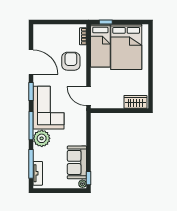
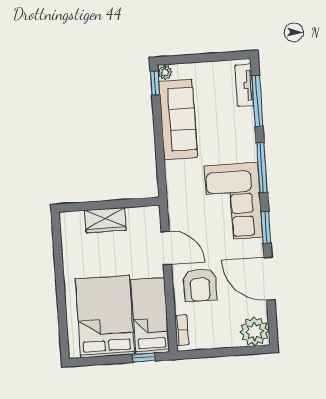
door: (89, 96) -> (166, 248), moved
wardrobe: (135, 102) -> (105, 220), moved
plant: (42, 138) -> (254, 332), moved
sofa: (77, 162) -> (178, 119), width x1.36

